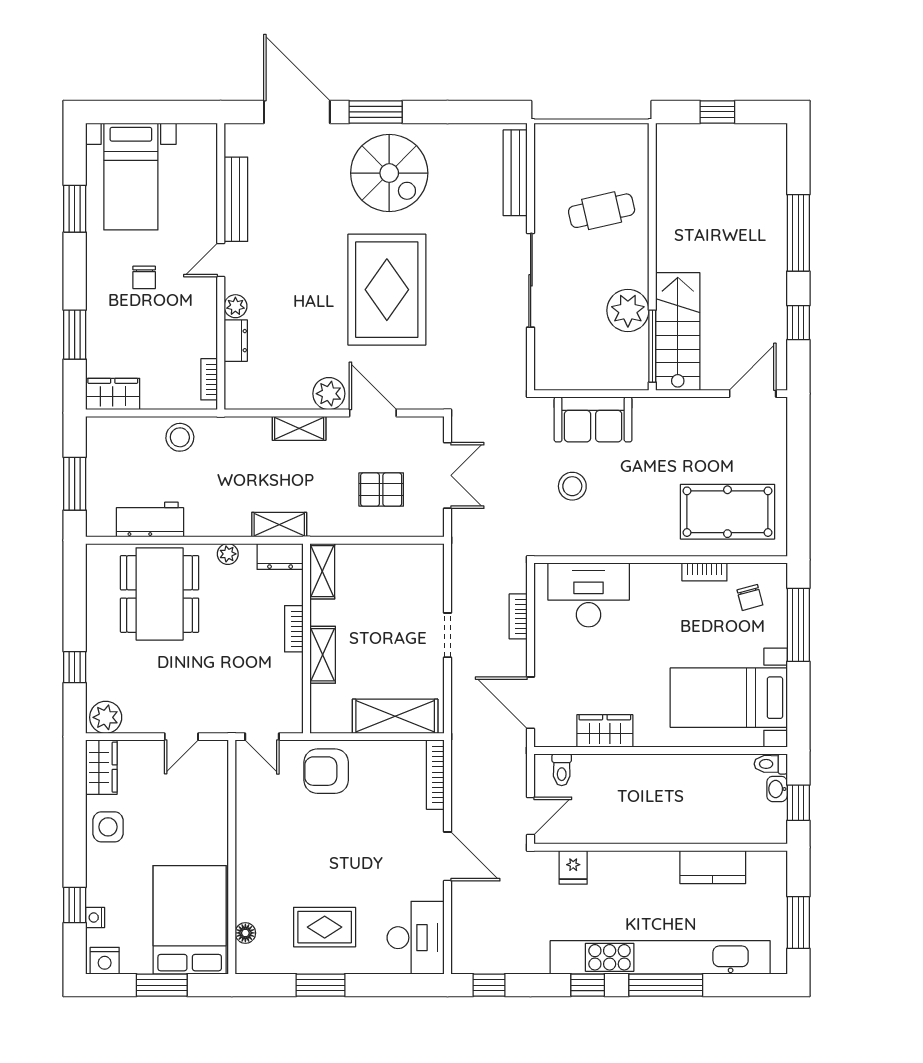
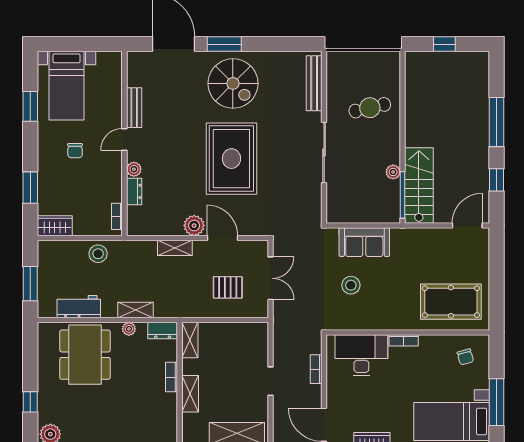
bench: (236, 199) -> (134, 108), width x0.73
plant: (628, 310) -> (393, 172), width x0.53, depth x0.53
shelving: (279, 525) -> (136, 310), moved
bookcase: (704, 572) -> (404, 340), moved
window: (798, 625) -> (497, 402), moved

